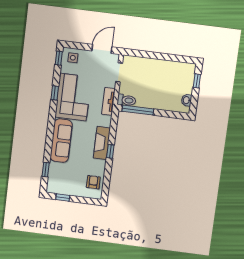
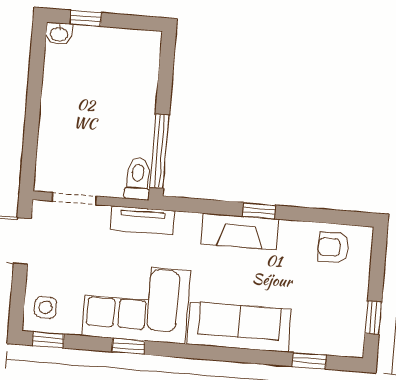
washbasin: (187, 100) -> (59, 34), moved

